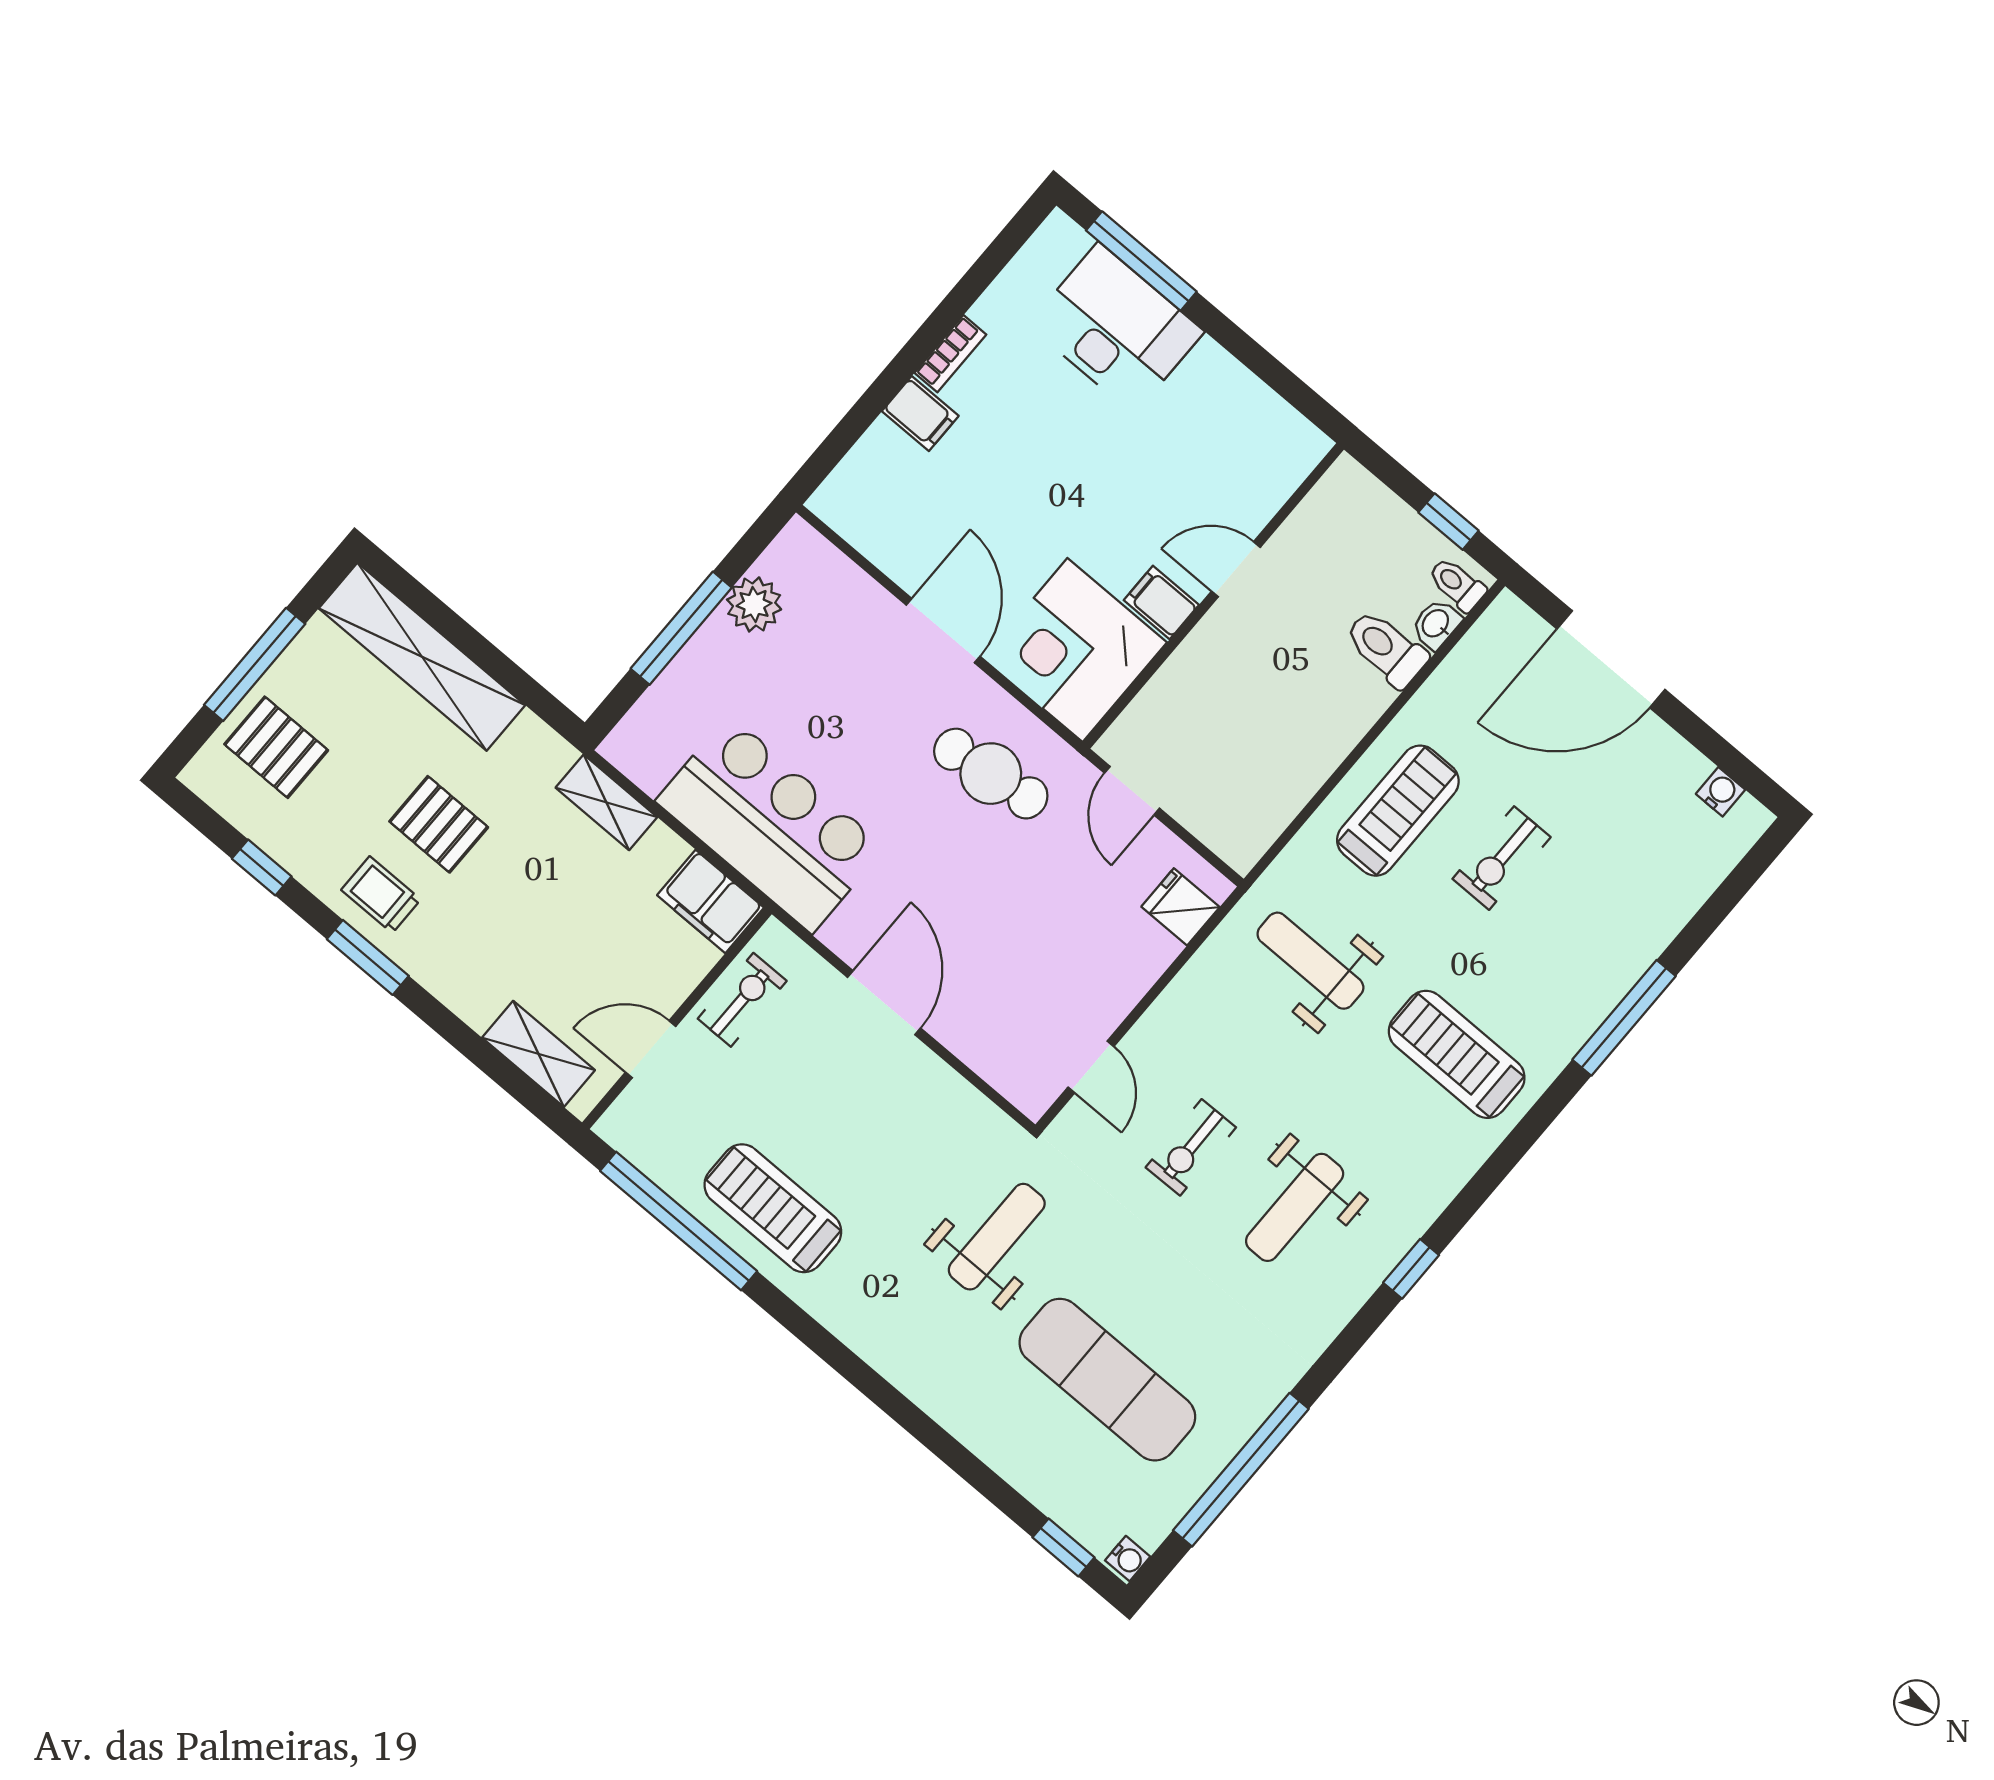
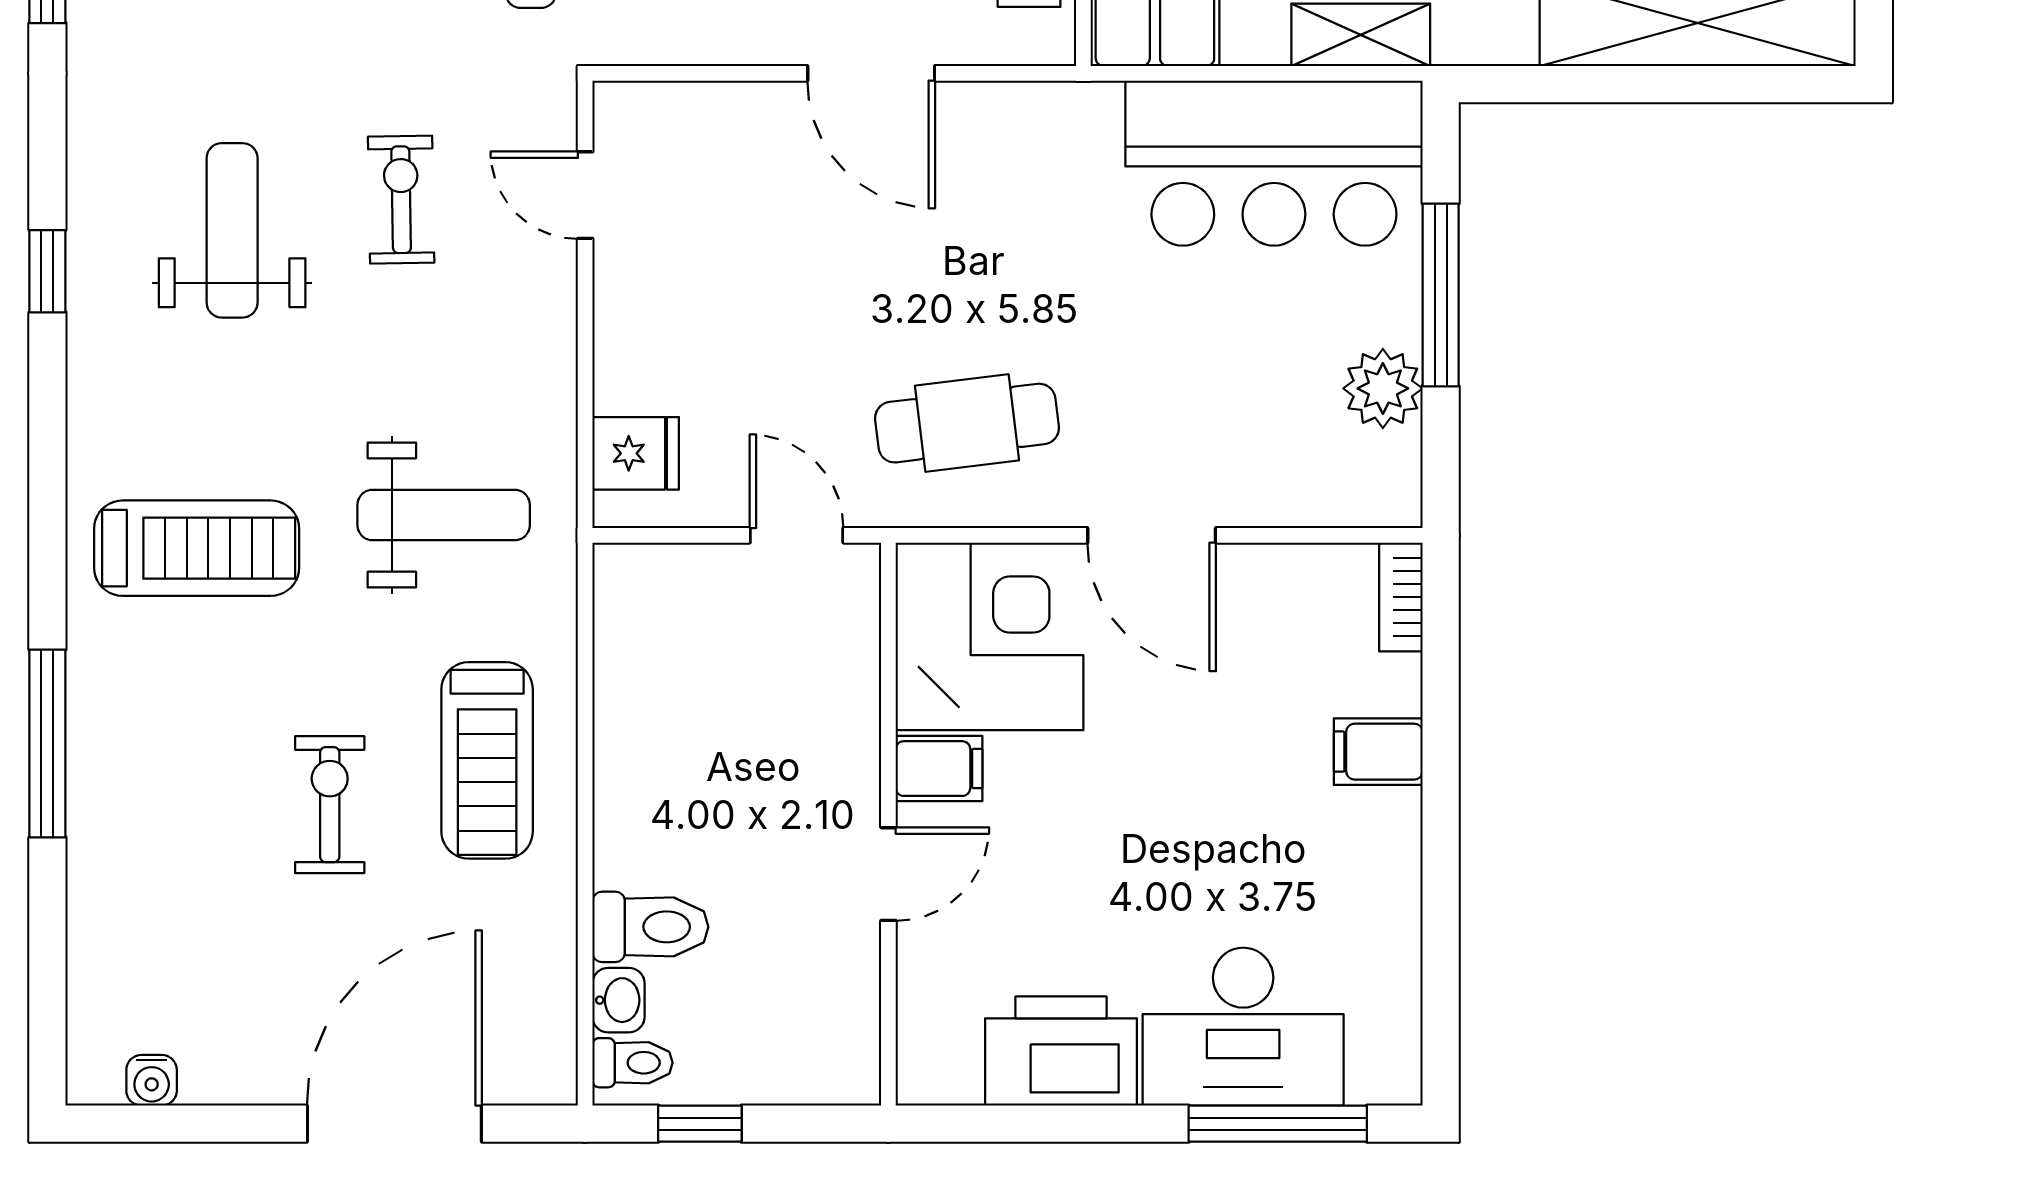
bookcase: (950, 354) -> (1401, 597), moved
printer: (1224, 397) -> (1061, 1051), added
bar counter: (770, 824) -> (1274, 163), moved

